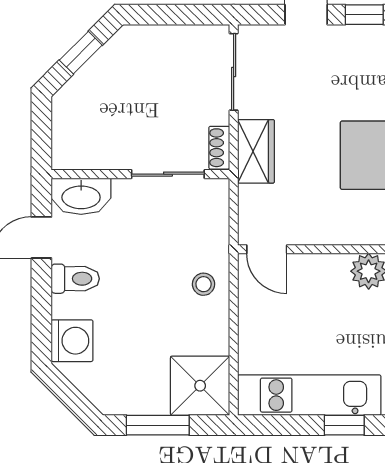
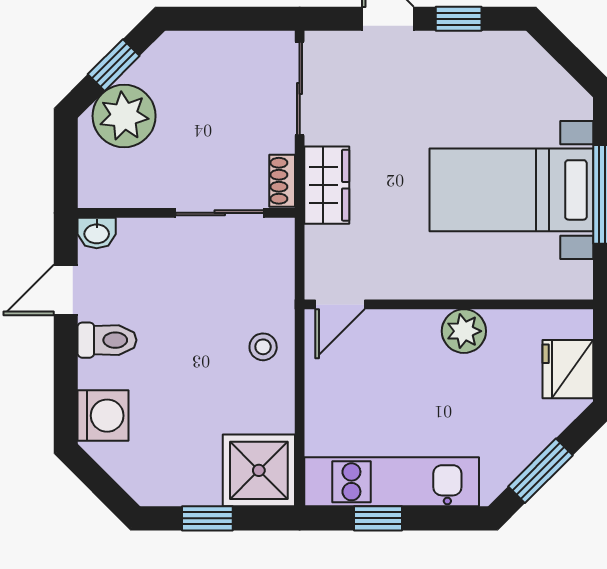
plant: (89, 94) -> (124, 116), added
washbasin: (81, 196) -> (97, 233), width x0.52, depth x0.69
door: (267, 249) -> (340, 304), hinge flipped
window: (158, 425) -> (207, 518), width x0.67
window: (344, 425) -> (378, 518), moved

